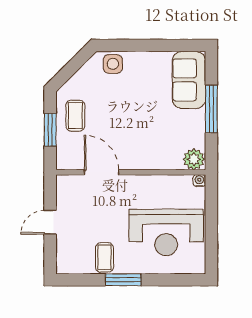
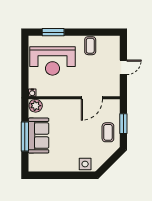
sofa: (189, 80) -> (39, 136), moved
door: (102, 172) -> (92, 98), hinge flipped
reception desk: (166, 232) -> (52, 61), turned 180
window: (123, 280) -> (53, 32), moved

